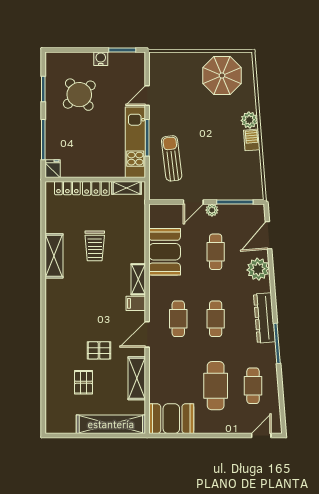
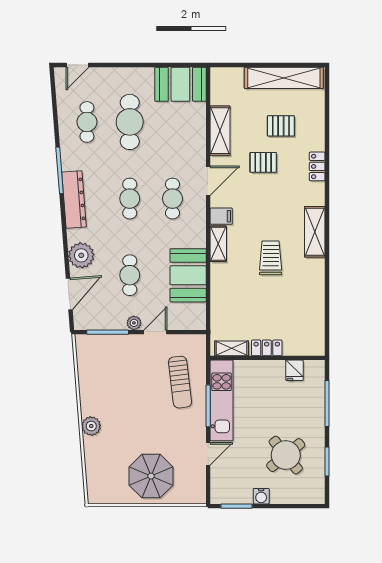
parasol: (222, 76) -> (151, 476), moved
barbecue: (252, 140) -> (88, 403), removed
fridge: (53, 169) -> (294, 370), moved
locker: (67, 188) -> (317, 166), moved, turned -90
trolley: (95, 246) -> (271, 258), moved
shelving: (54, 256) -> (315, 232), moved
pallet: (83, 382) -> (281, 126), turned 90
shelving: (111, 424) -> (284, 78), moved

